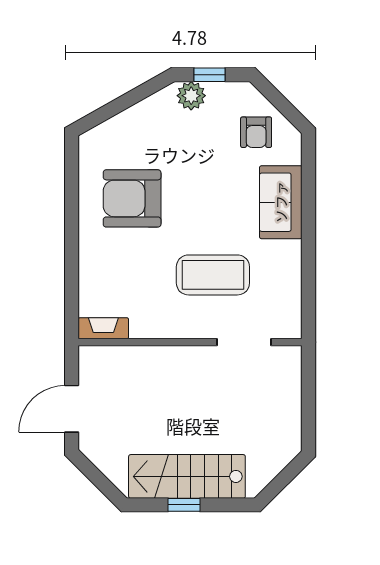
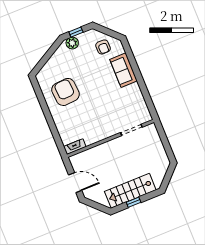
armchair: (132, 198) -> (66, 92), turned 86
coffee table: (213, 275) -> (109, 109), removed
door: (72, 409) -> (75, 183), swing flipped

